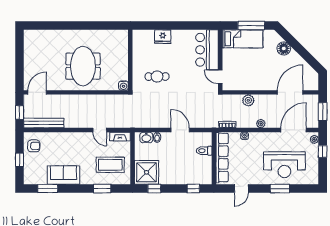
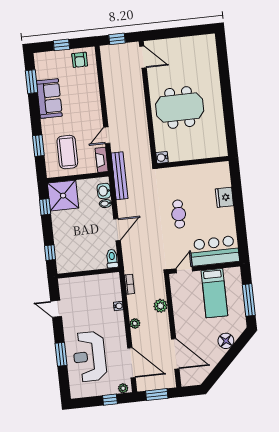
bed: (243, 39) -> (214, 293), moved
cafe table: (157, 77) -> (179, 214), moved
bench: (44, 123) -> (120, 176), moved
toilet: (204, 151) -> (112, 259), moved
row of seats: (222, 158) -> (90, 282), removed

